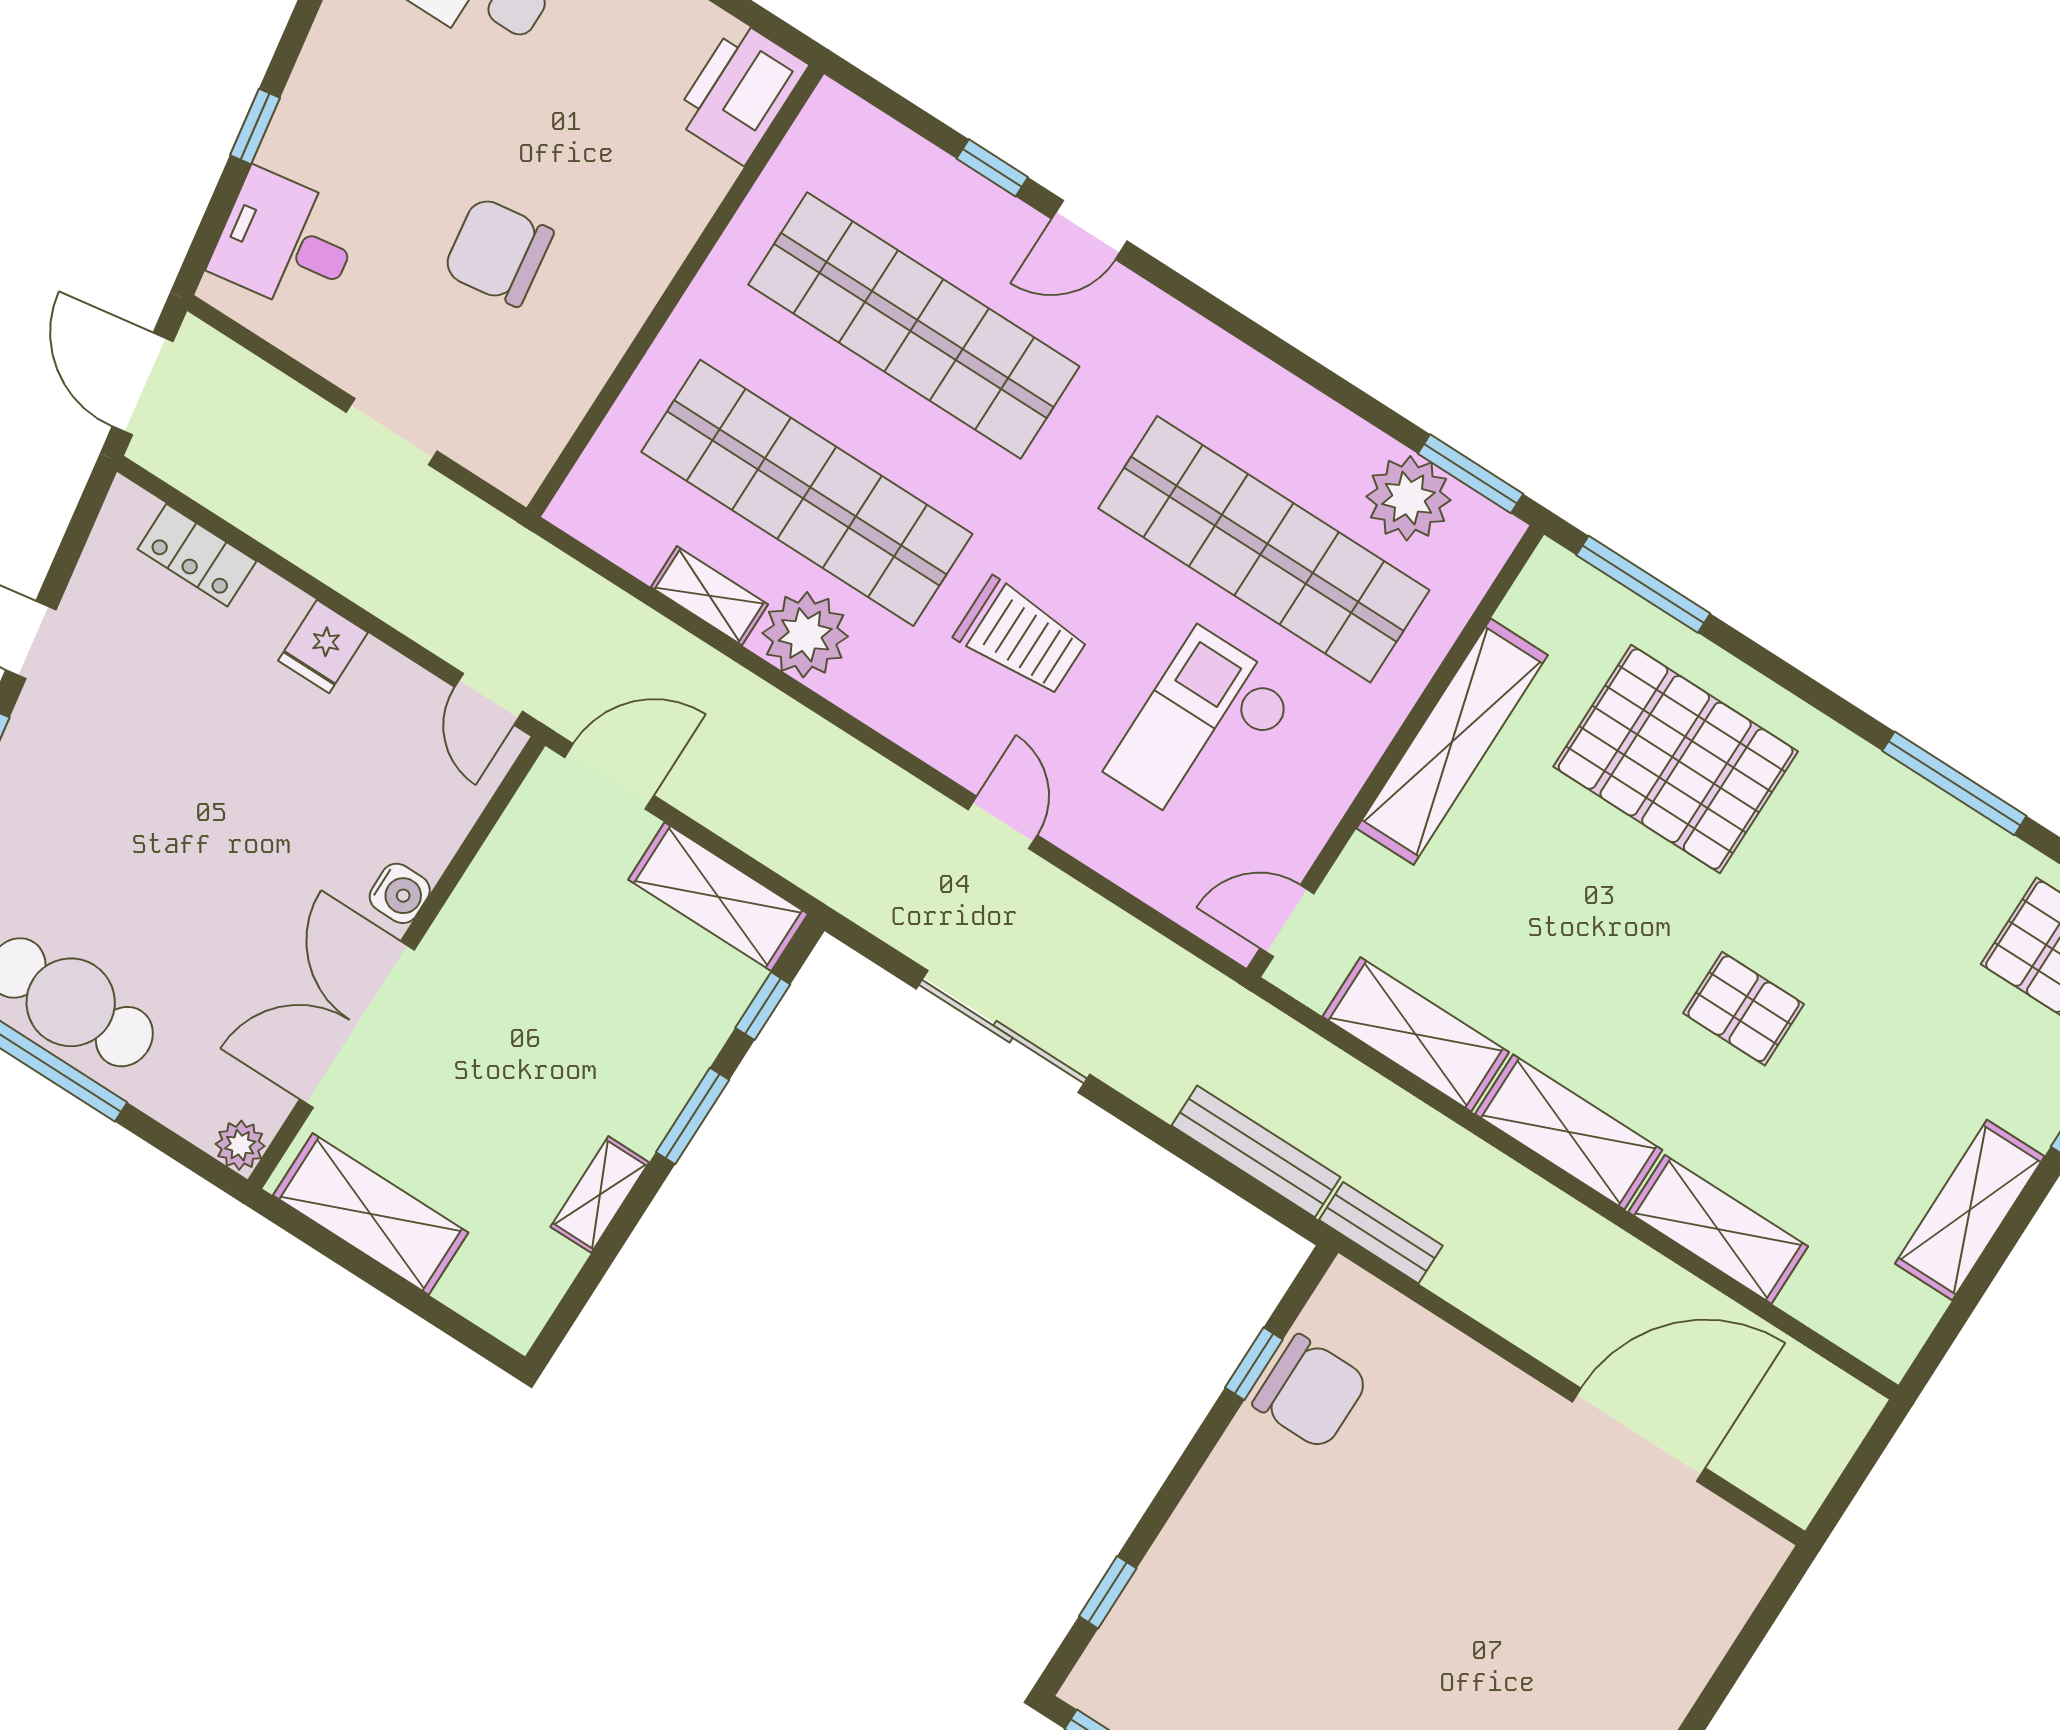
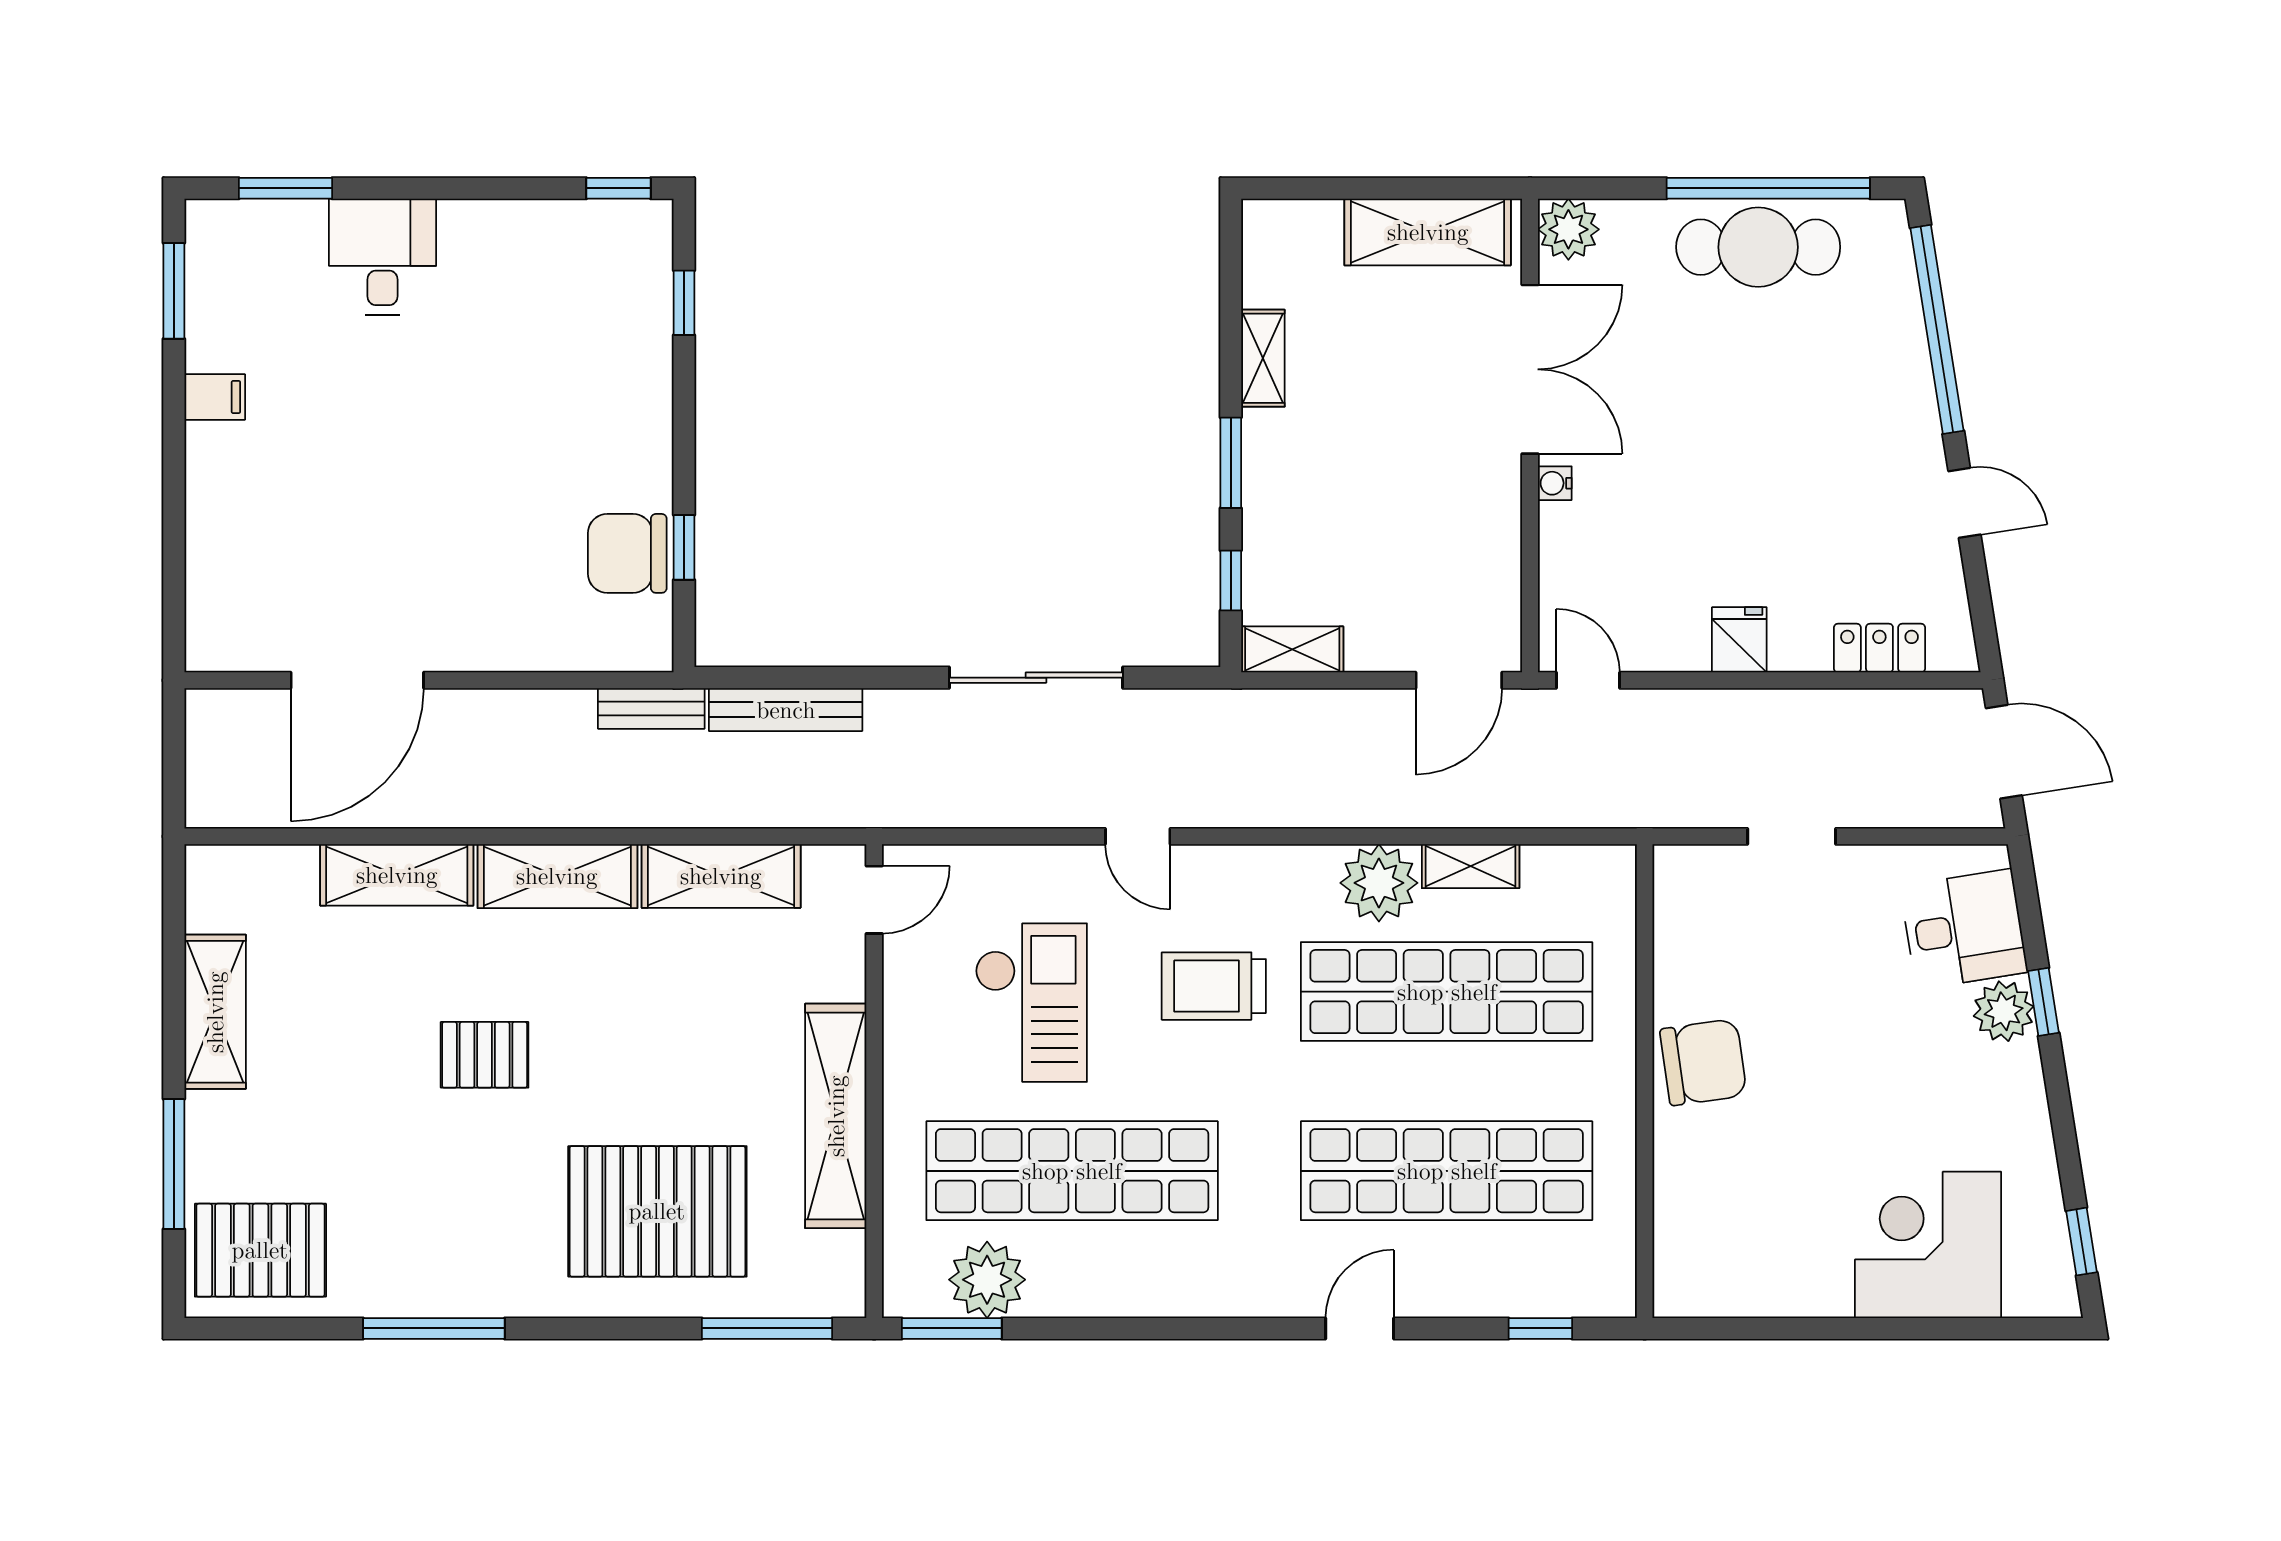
printer: (740, 92) -> (1692, 1263), removed
plant: (298, 142) -> (2004, 1011), added
window: (992, 168) -> (1540, 1328), moved
chair: (498, 252) -> (1703, 1062), moved
water cooler: (400, 893) -> (1555, 483), width x0.72, depth x0.72
shelving: (718, 897) -> (1292, 649), width x0.67, depth x0.75
plant: (240, 1145) -> (1568, 229), width x1.38, depth x1.38

